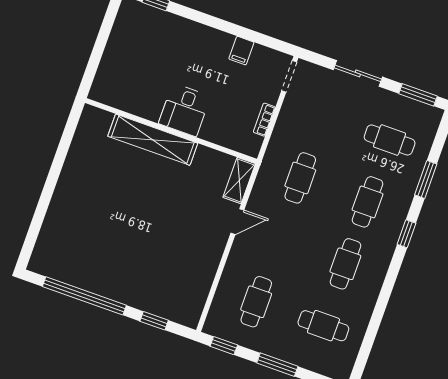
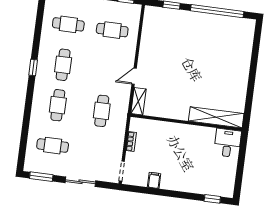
desk: (185, 110) -> (227, 143), moved
shelving: (153, 140) -> (216, 117), moved
window: (426, 179) -> (25, 126), removed
window: (406, 234) -> (33, 68), moved
cafe table: (256, 302) -> (112, 30), turned 90

